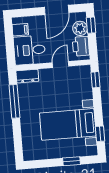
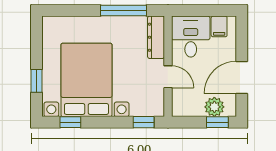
door: (57, 10) -> (242, 77), hinge flipped
printer: (81, 46) -> (190, 106), removed
dresser: (27, 76) -> (156, 37), width x1.44
bed with nightstands: (68, 124) -> (86, 80), width x1.36

